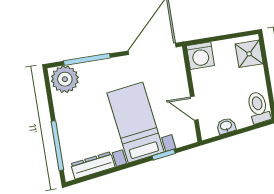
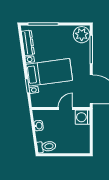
shower: (249, 54) -> (79, 146), removed
door: (194, 108) -> (65, 109), moved

